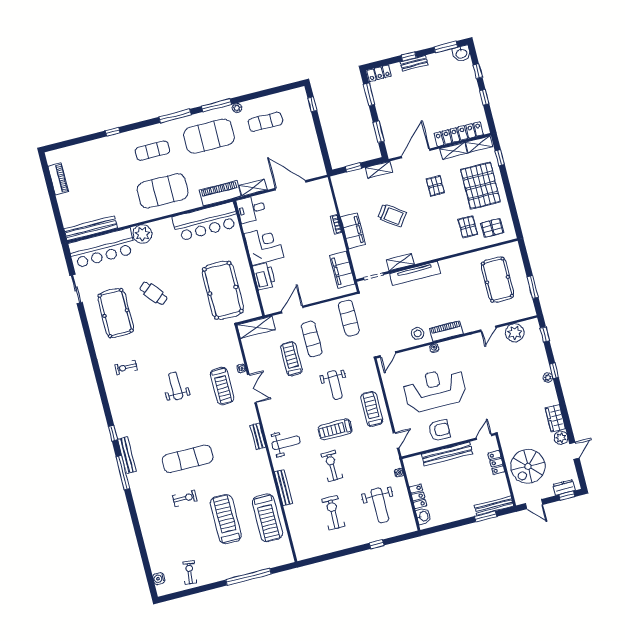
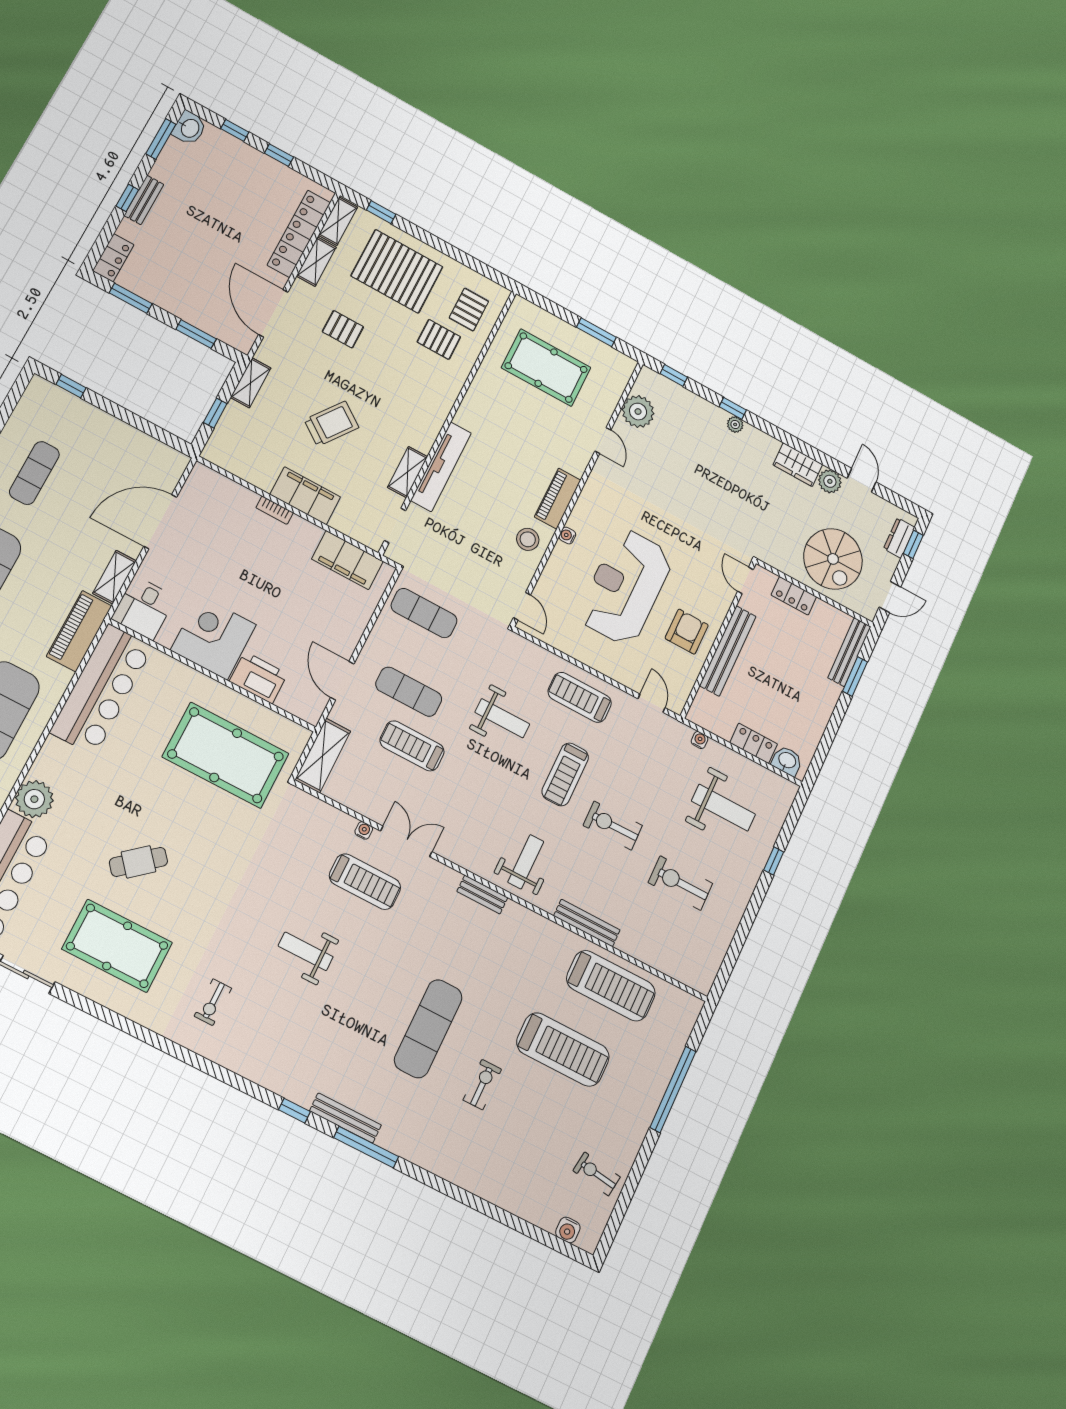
treadmill: (226, 519) -> (563, 1050), turned 180

